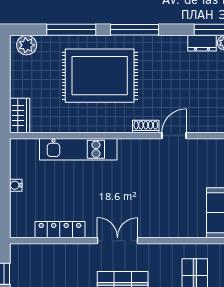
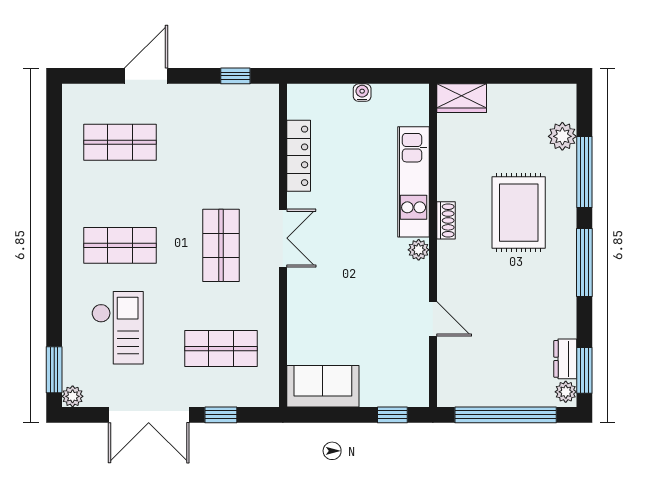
plant: (27, 45) -> (562, 136), moved
rug: (100, 76) -> (519, 213), width x0.73, depth x0.69
shoe rack: (146, 127) -> (446, 220), moved
plant: (126, 146) -> (419, 250), added

